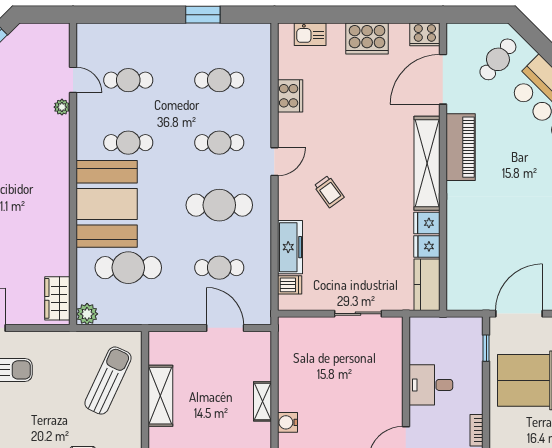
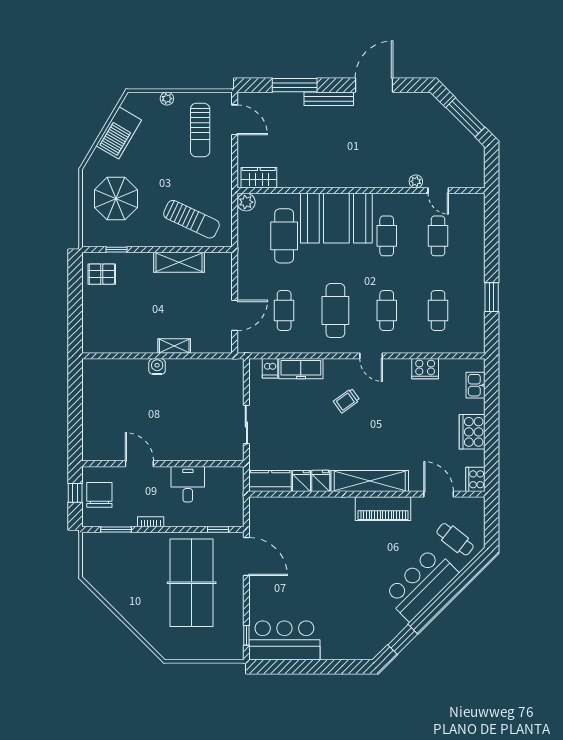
door: (443, 79) -> (439, 494), width x0.73
door: (73, 80) -> (438, 191), hinge flipped

